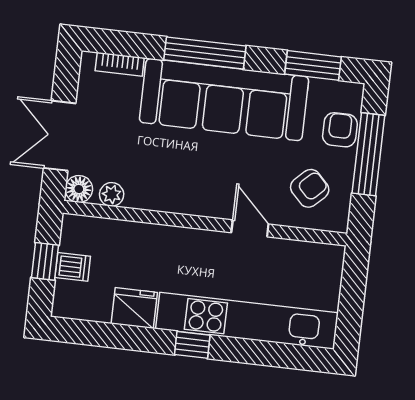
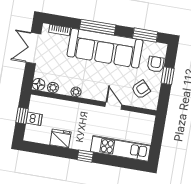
double door: (60, 136) -> (33, 48), moved
window: (368, 154) -> (168, 76), width x0.46
plant: (164, 201) -> (76, 92), added
kitchen unit: (247, 321) -> (121, 148), width x0.73

